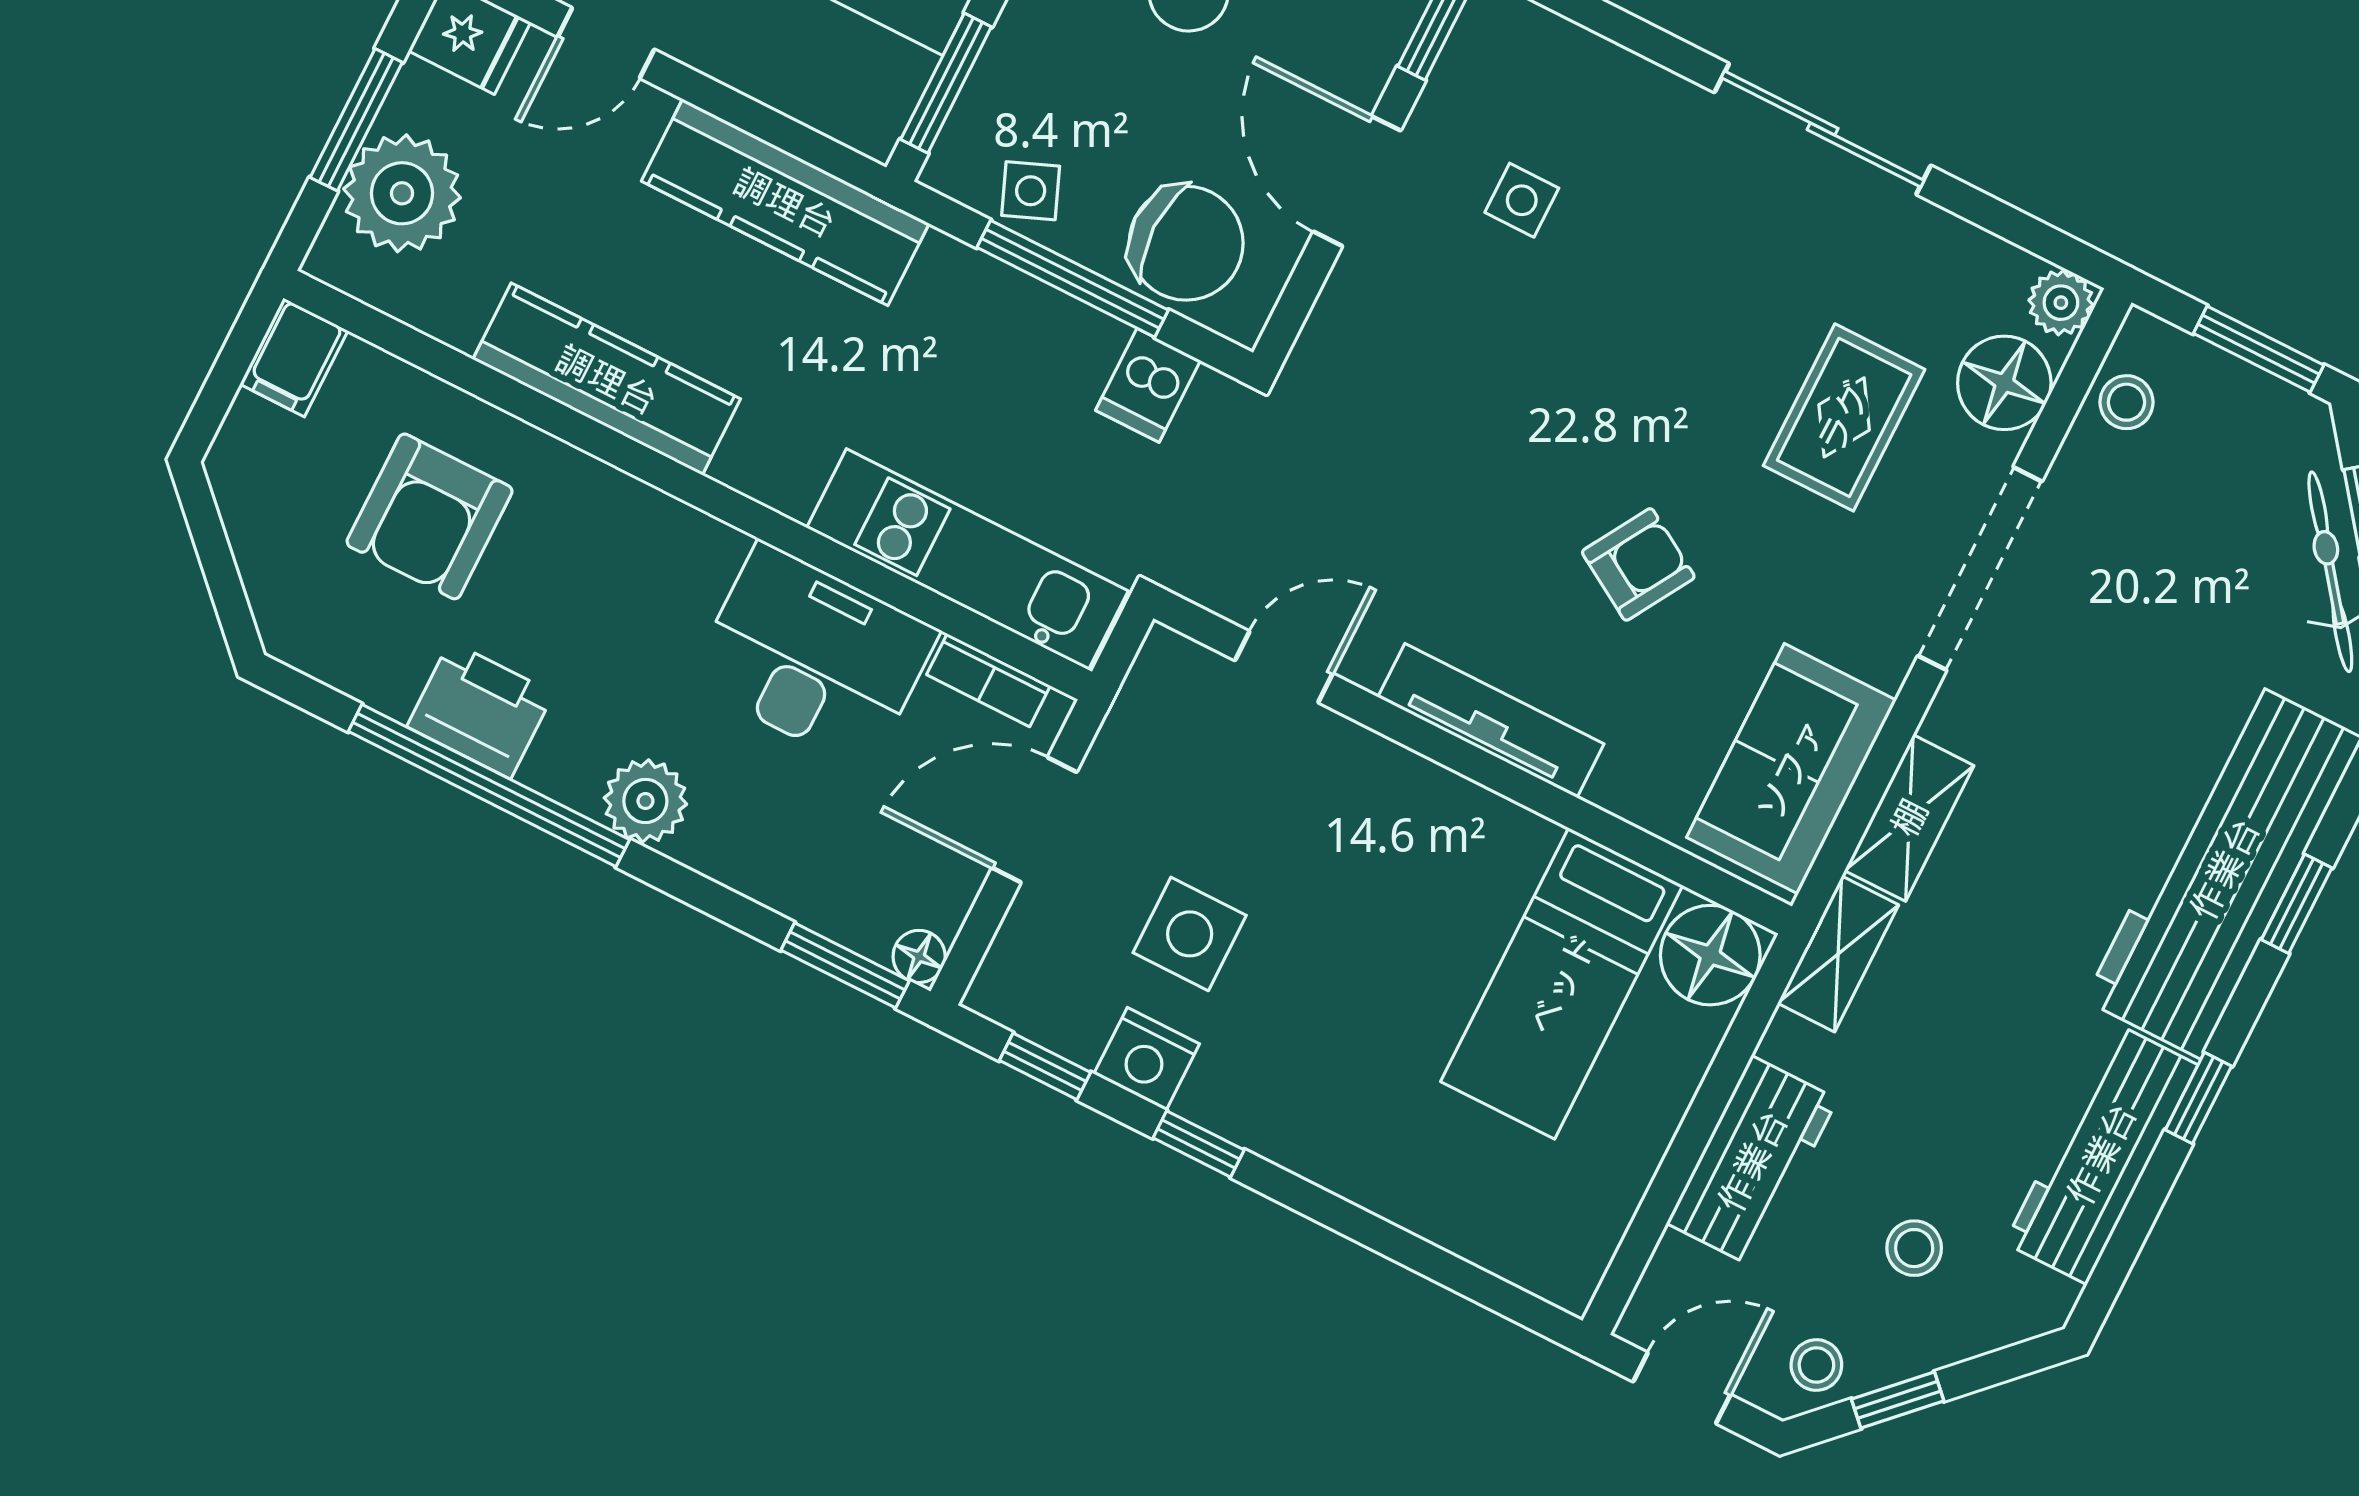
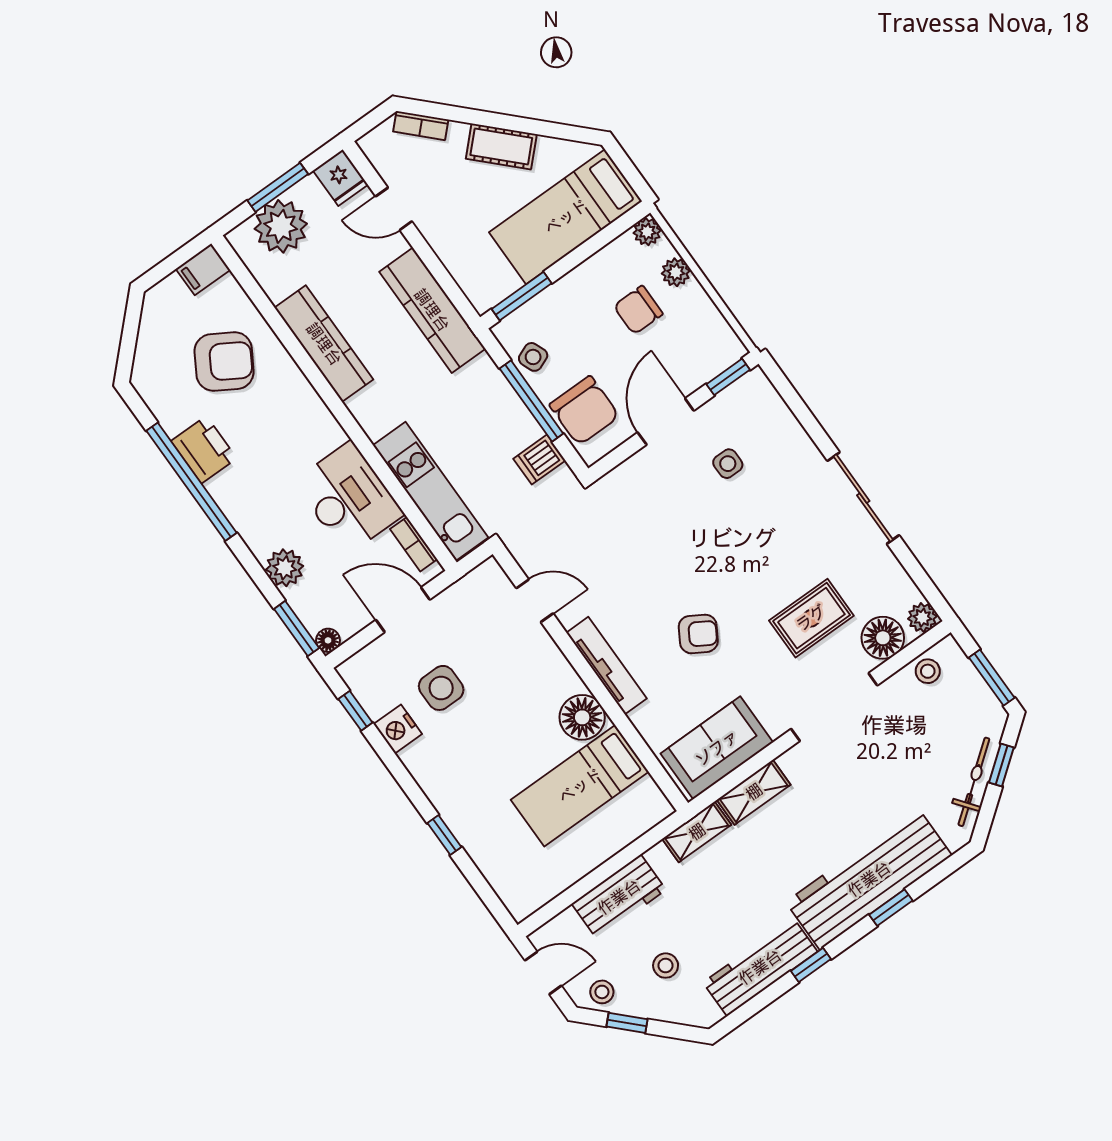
armchair: (430, 516) -> (224, 362), turned -149
plant: (645, 801) -> (285, 568), moved
floor lamp: (1710, 955) -> (582, 717), moved
window: (1199, 1144) -> (444, 835), moved

